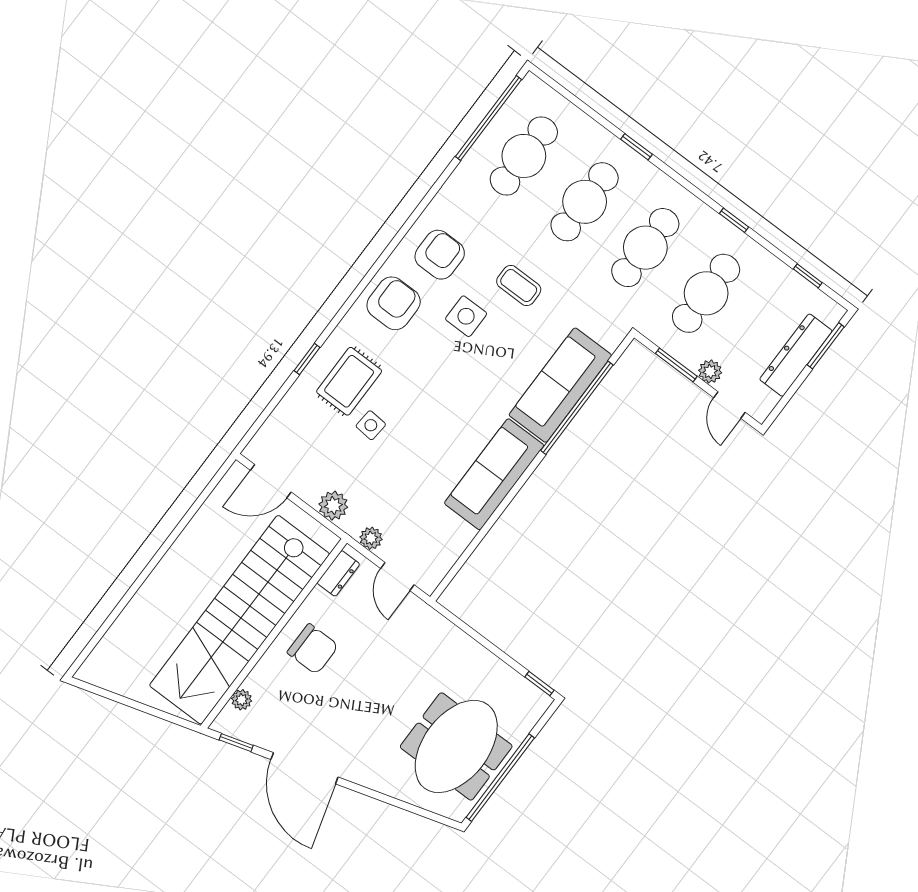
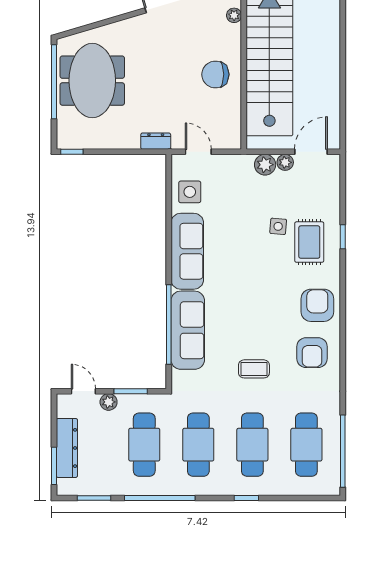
window: (734, 220) -> (160, 498), width x3.17
window: (808, 276) -> (94, 498), width x1.50
armchair: (394, 303) -> (317, 305), turned 180
side table: (466, 316) -> (190, 192), moved
plant: (371, 538) -> (285, 162), moved
dresser: (338, 573) -> (156, 141), moved, turned 90

